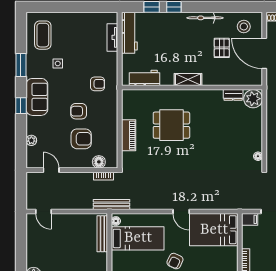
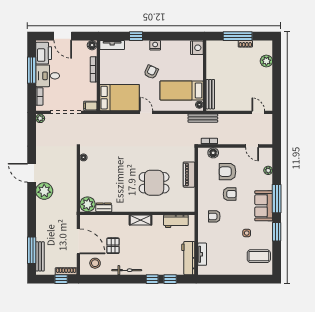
coffee table: (43, 35) -> (259, 256), turned 90
window: (21, 106) -> (277, 199), width x2.17

